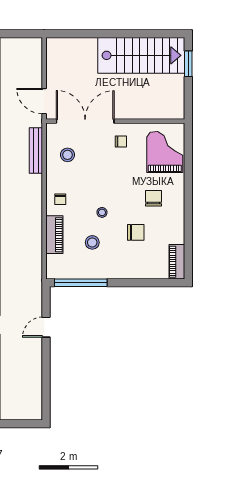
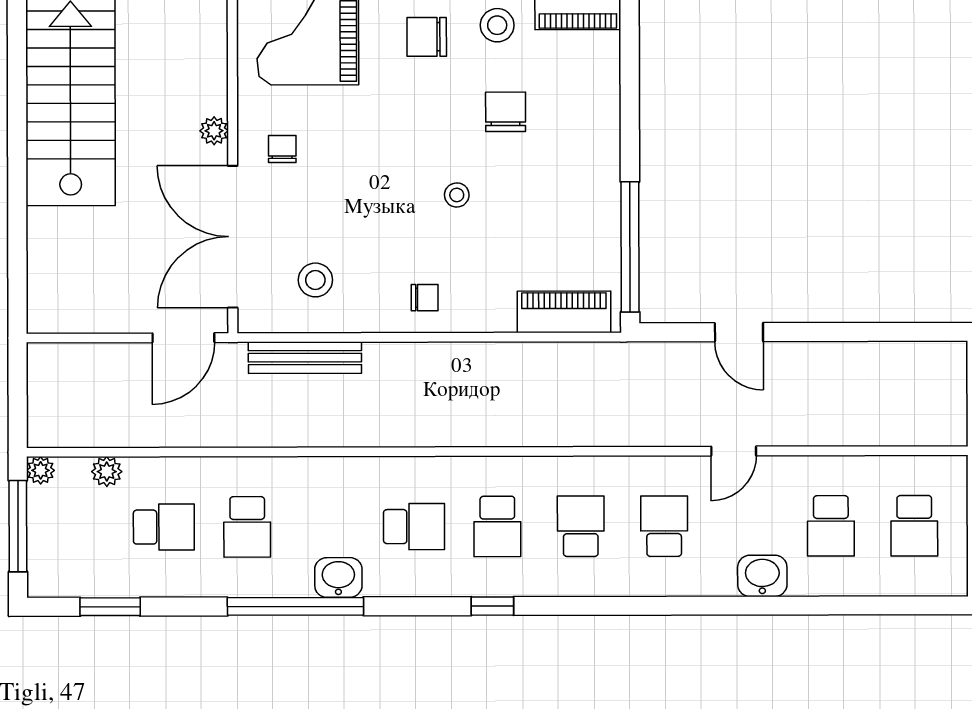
plant: (128, 114) -> (214, 131), added
chair: (154, 198) -> (427, 37), moved
piano: (54, 235) -> (564, 312), moved
stool: (92, 242) -> (497, 25), moved

